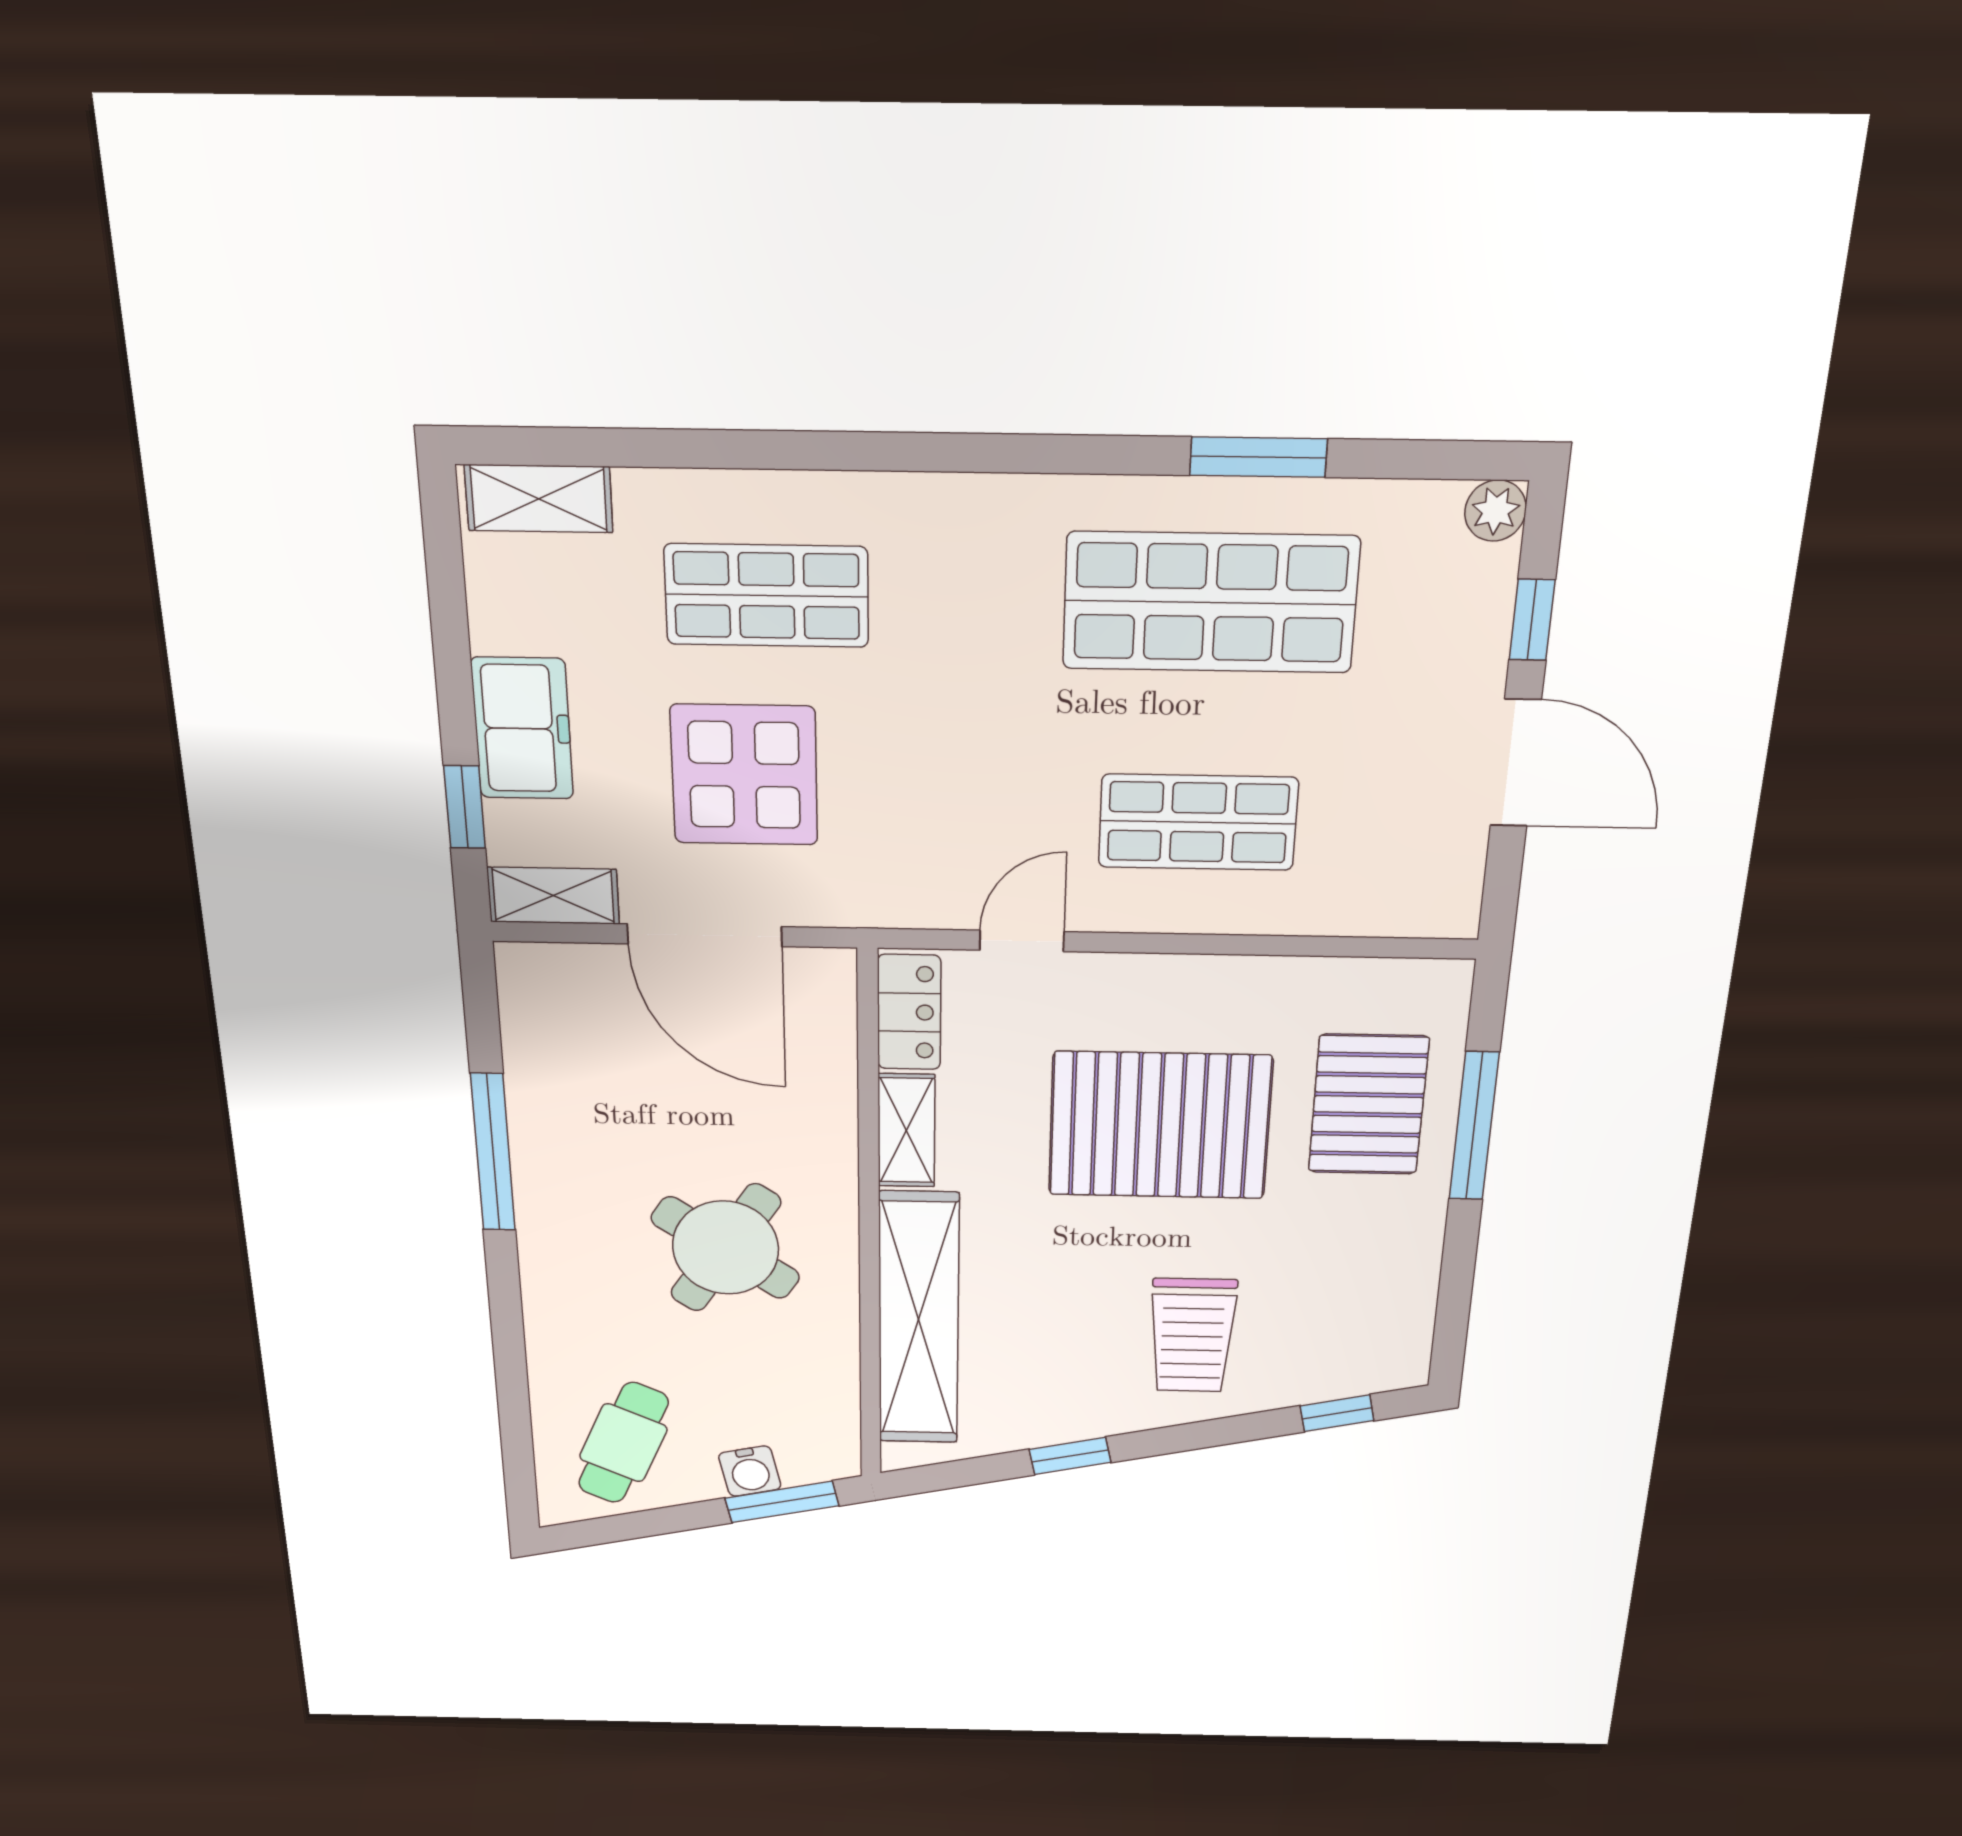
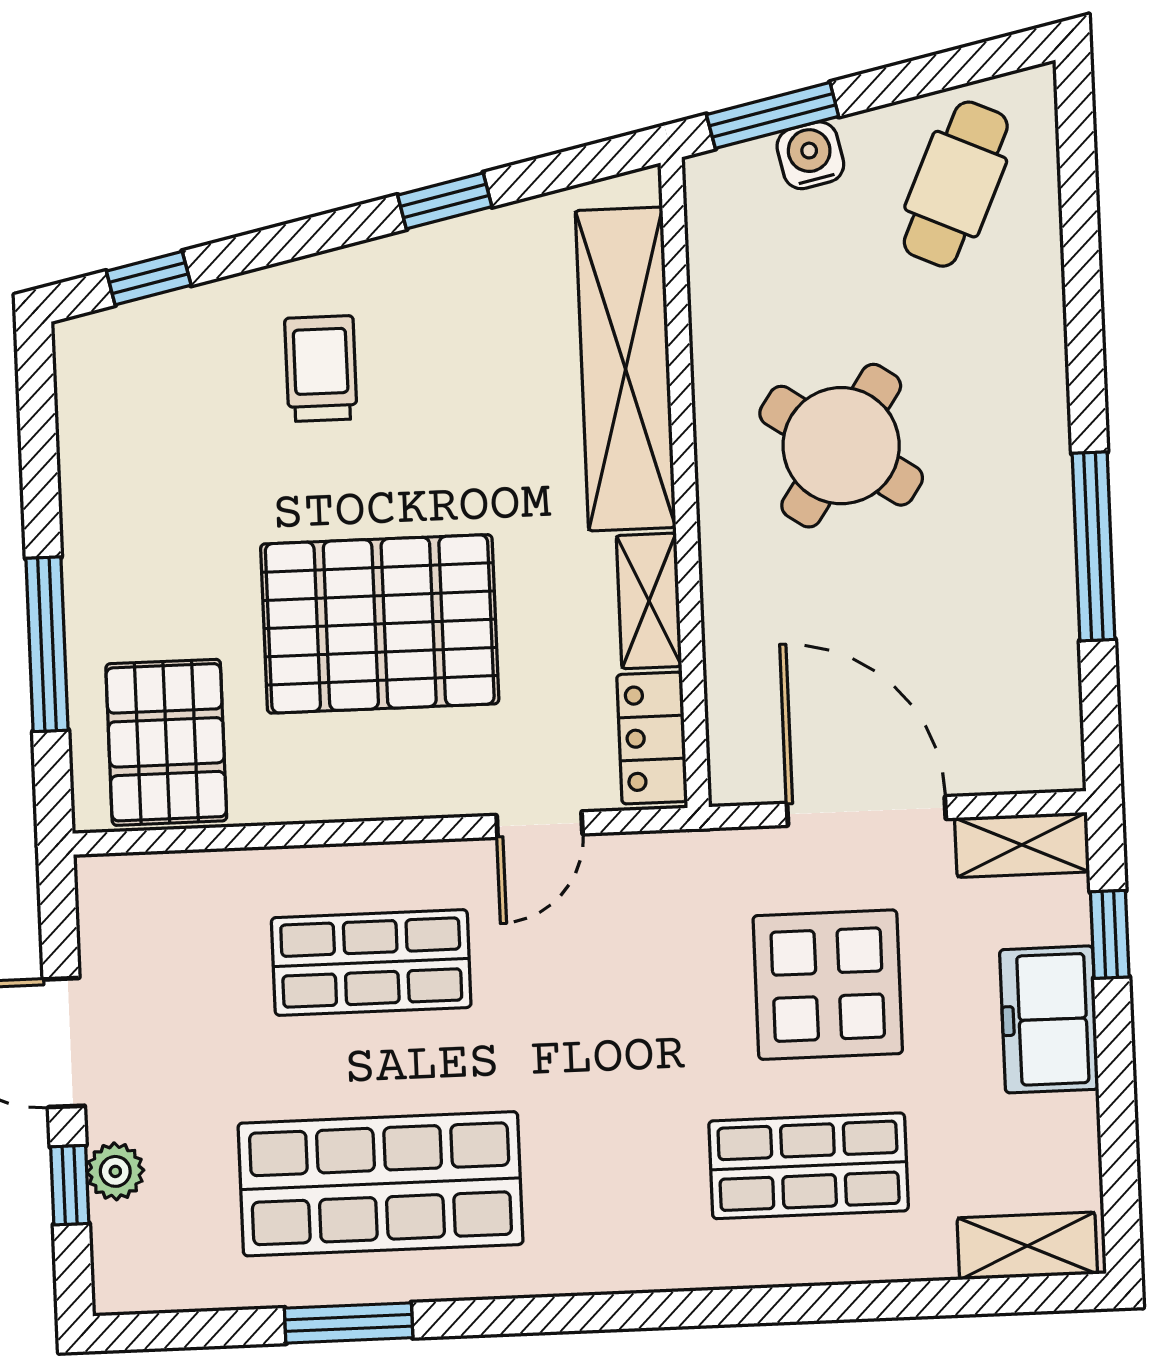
plant: (1495, 511) -> (115, 1171), moved
pallet: (1368, 1105) -> (166, 742), moved
trolley: (1192, 1335) -> (321, 369), width x0.73, depth x0.72

